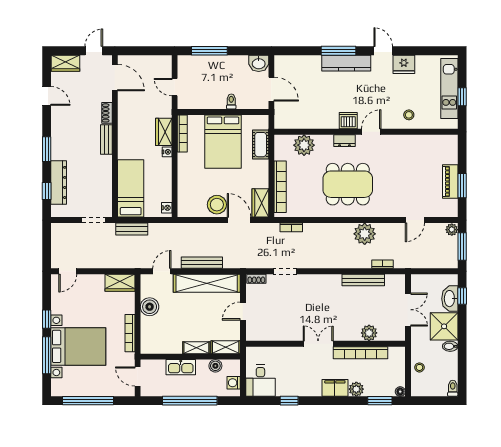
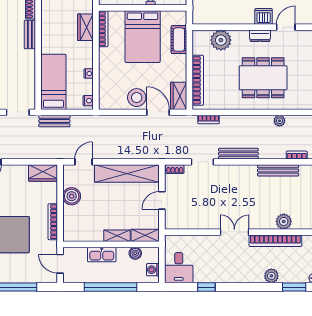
nightstand: (167, 152) -> (89, 74), moved
plant: (365, 234) -> (279, 121), width x0.53, depth x0.53
bench: (202, 263) -> (238, 154), moved
filing cabinet: (335, 388) -> (251, 275), removed

